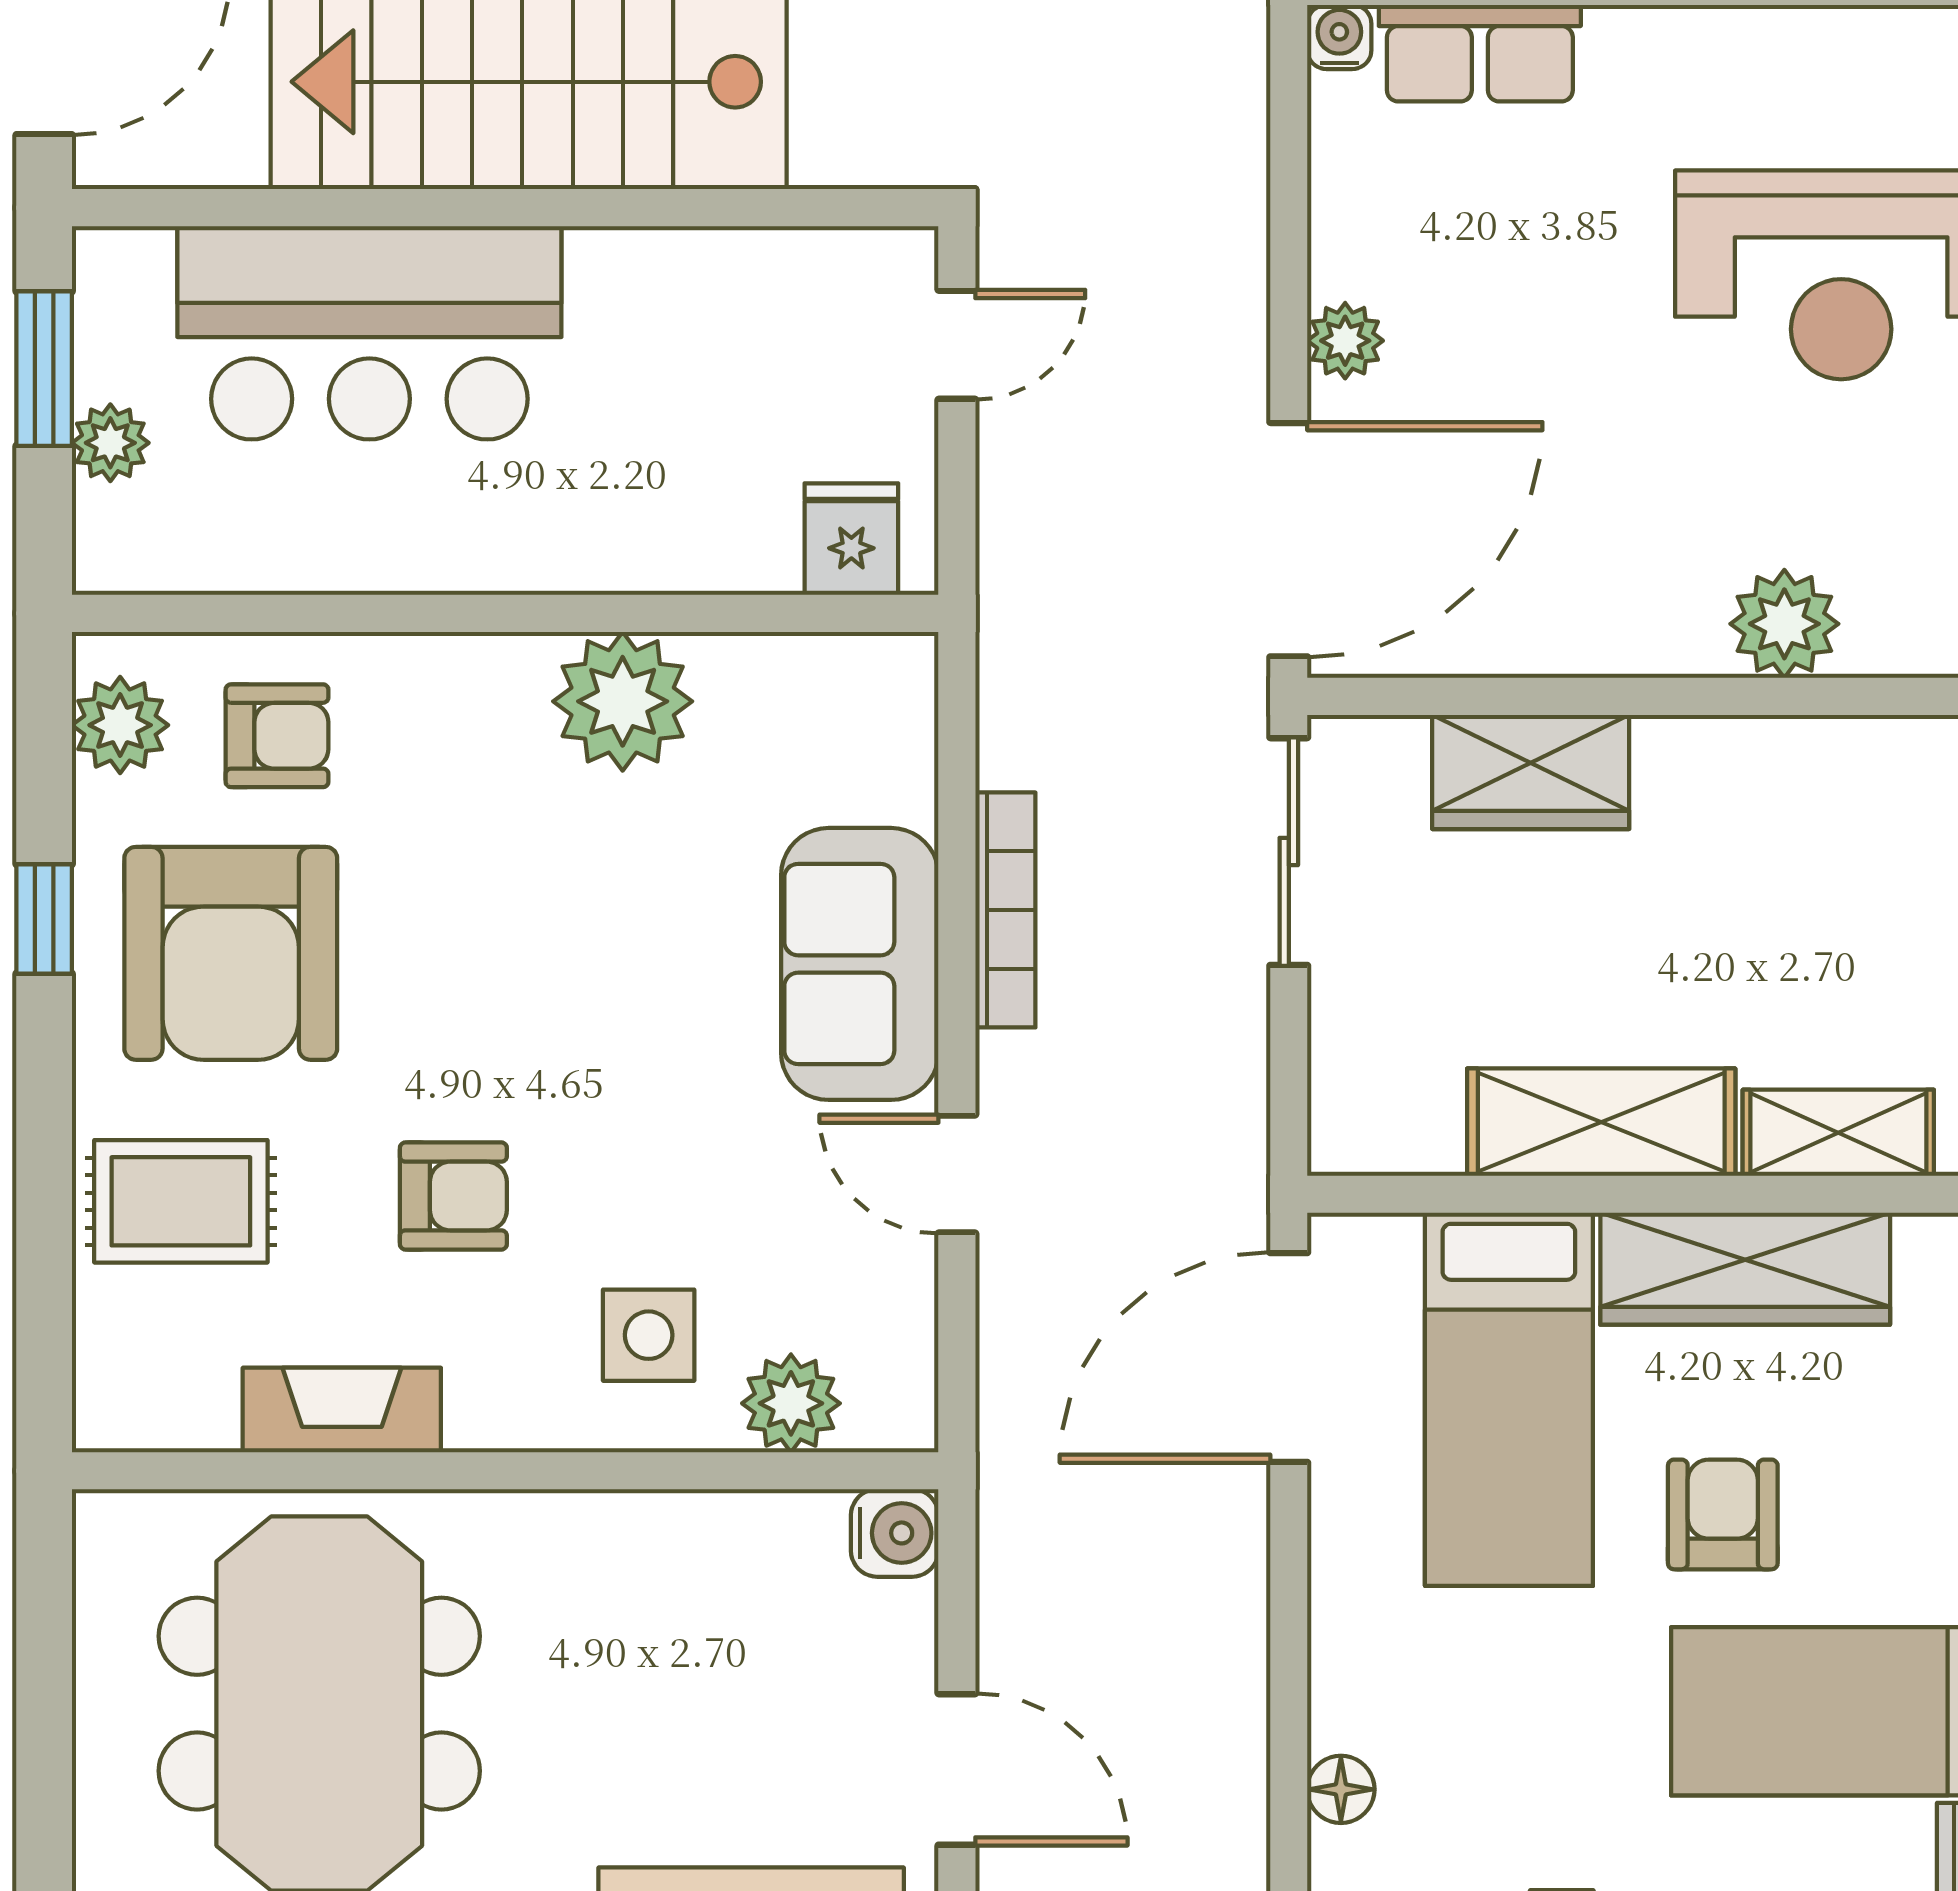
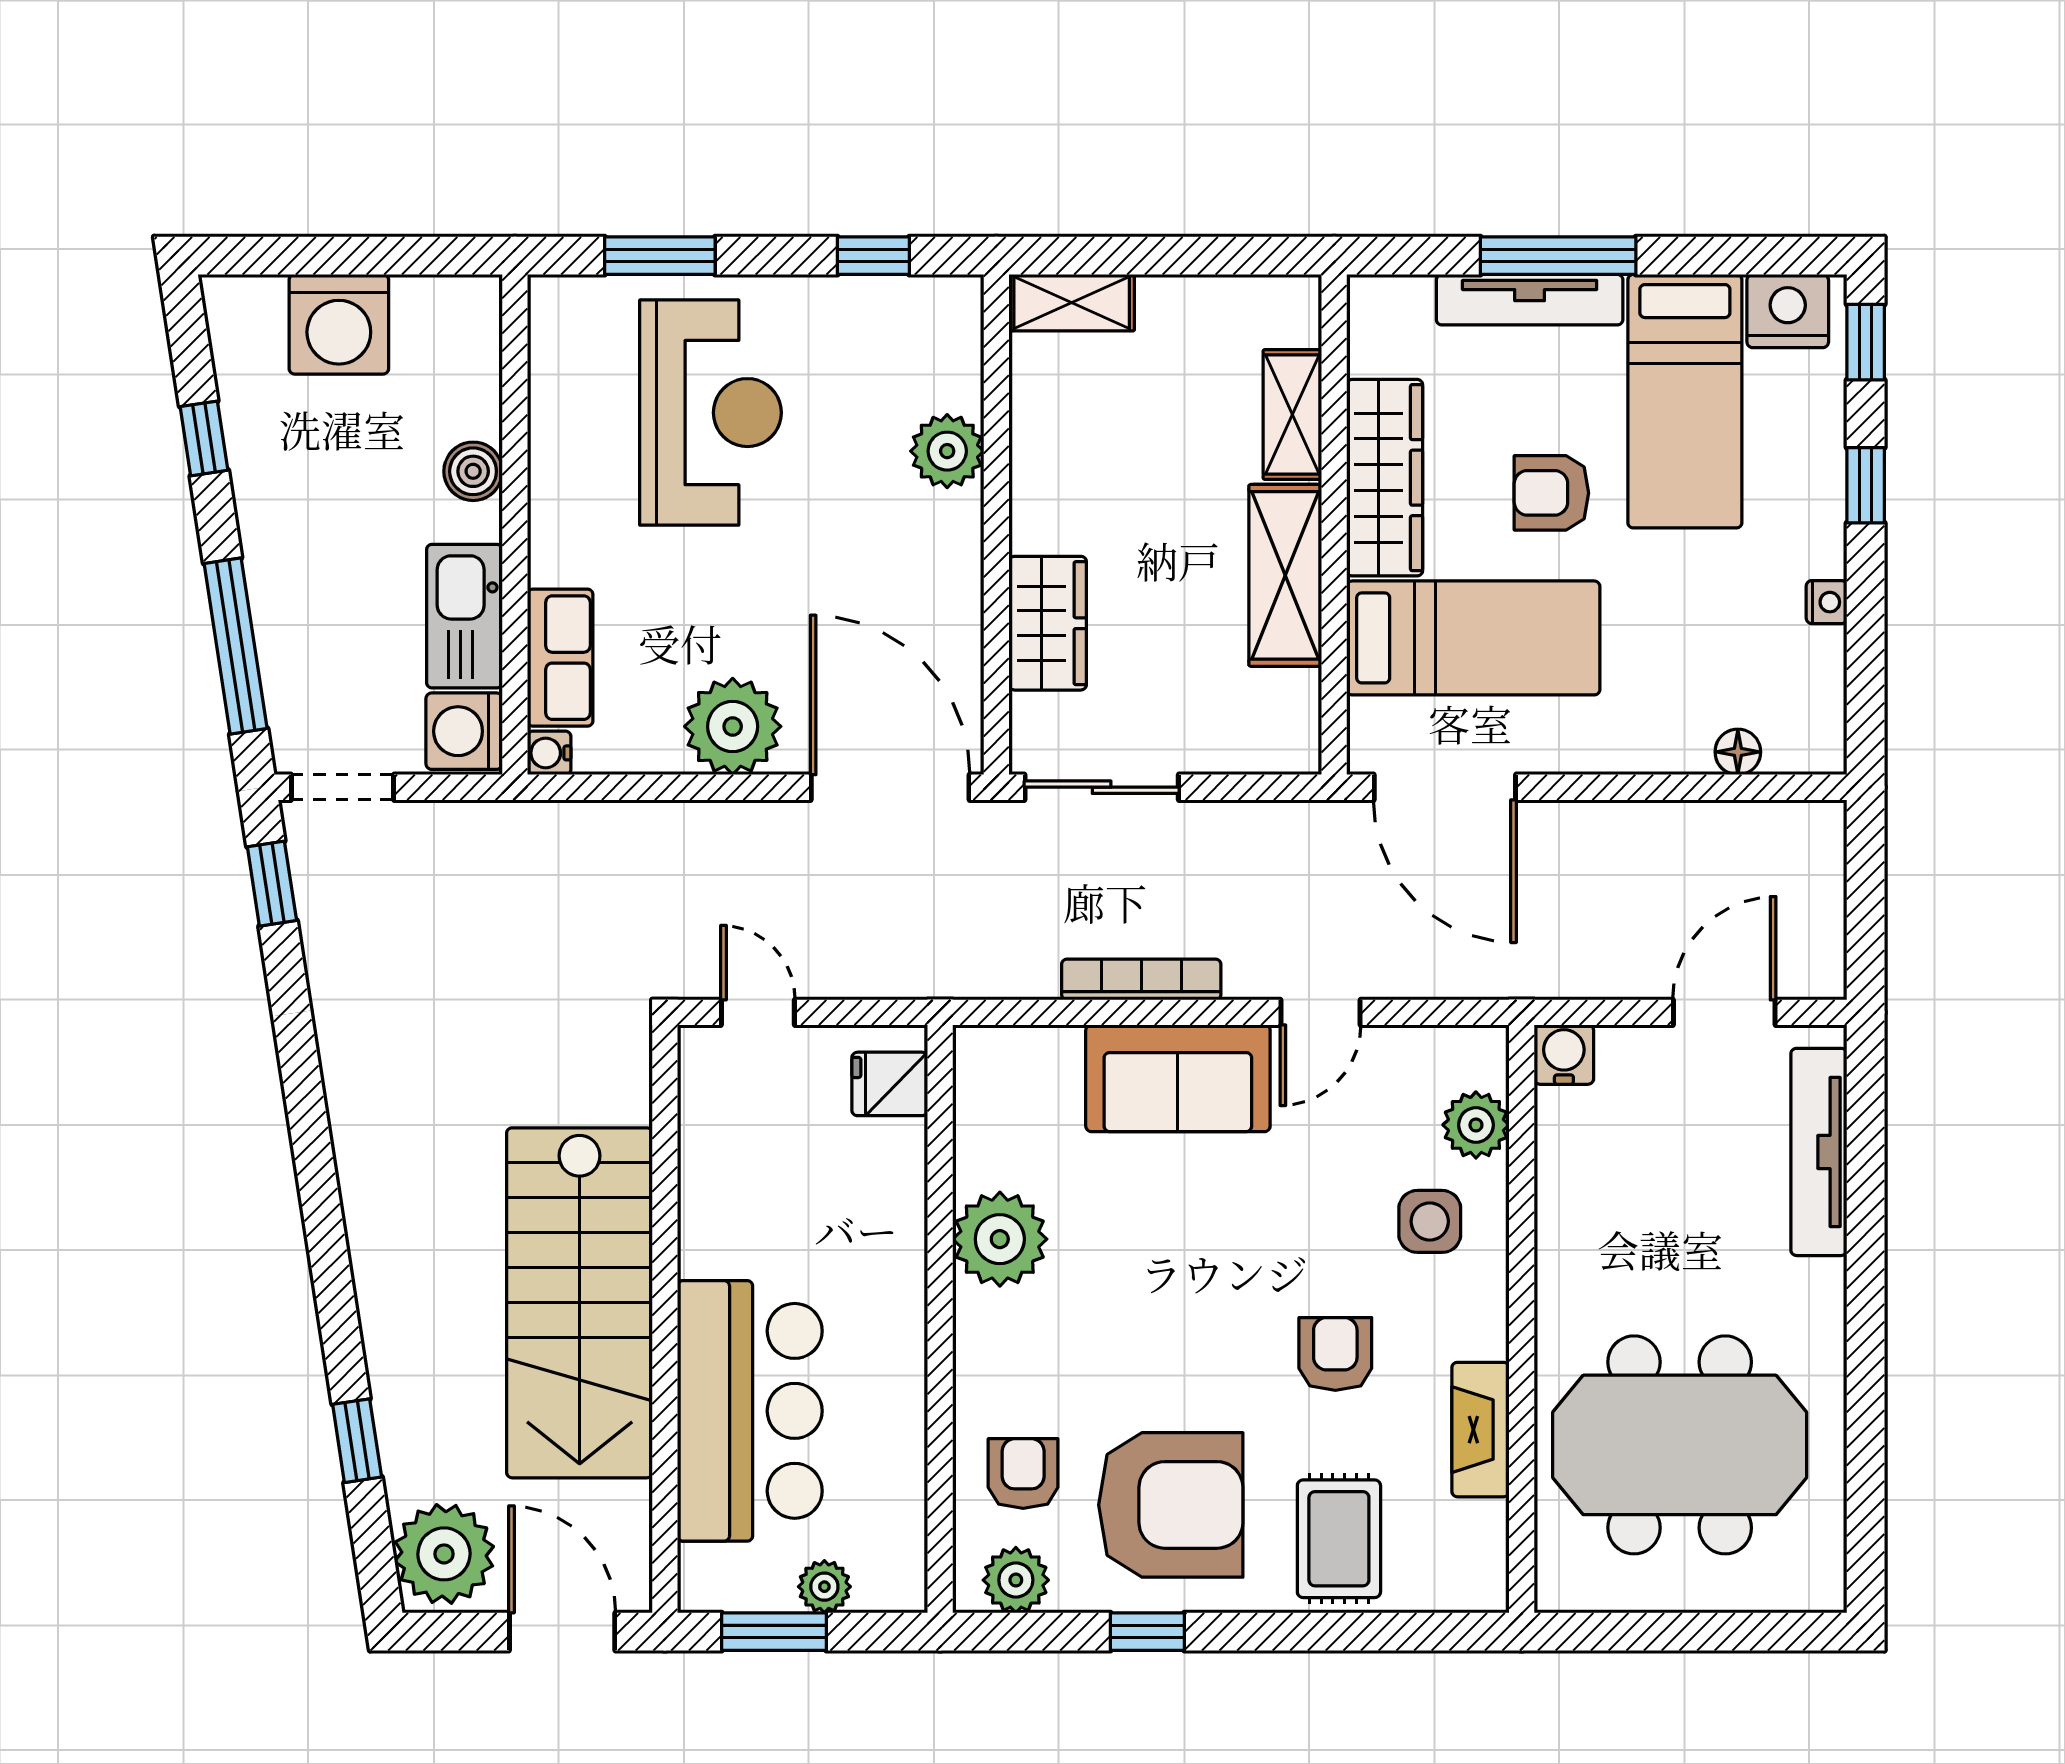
plant: (1345, 341) -> (733, 726), width x1.87, depth x1.87

